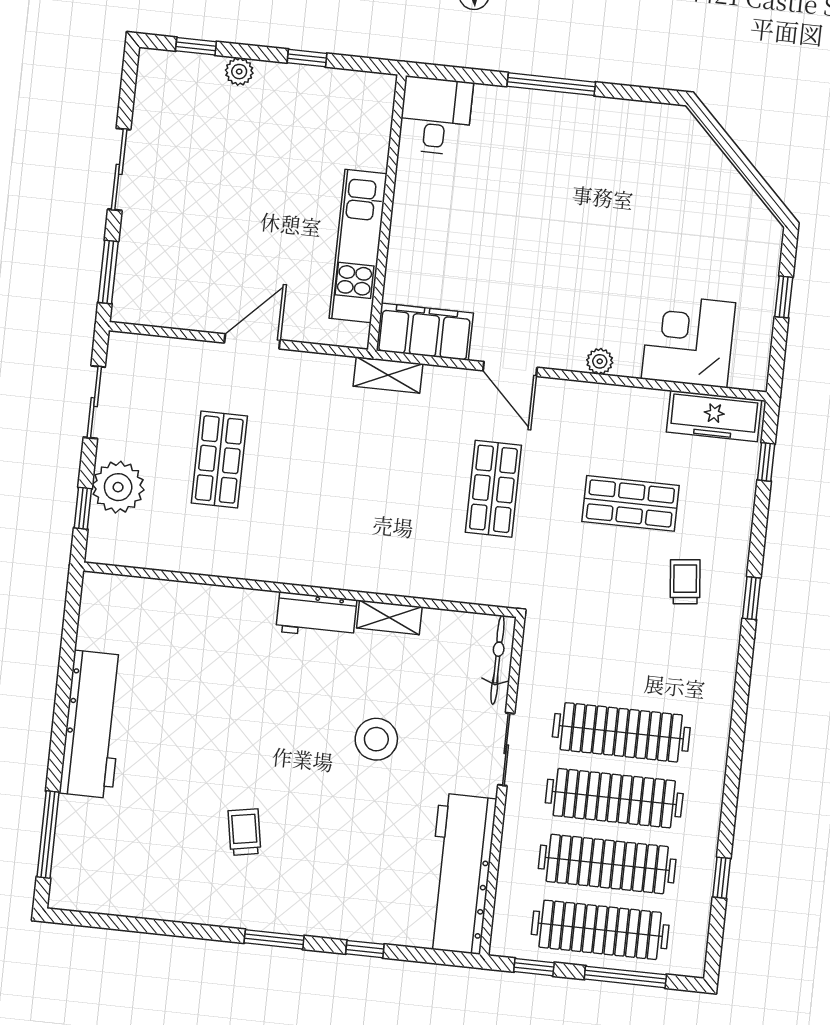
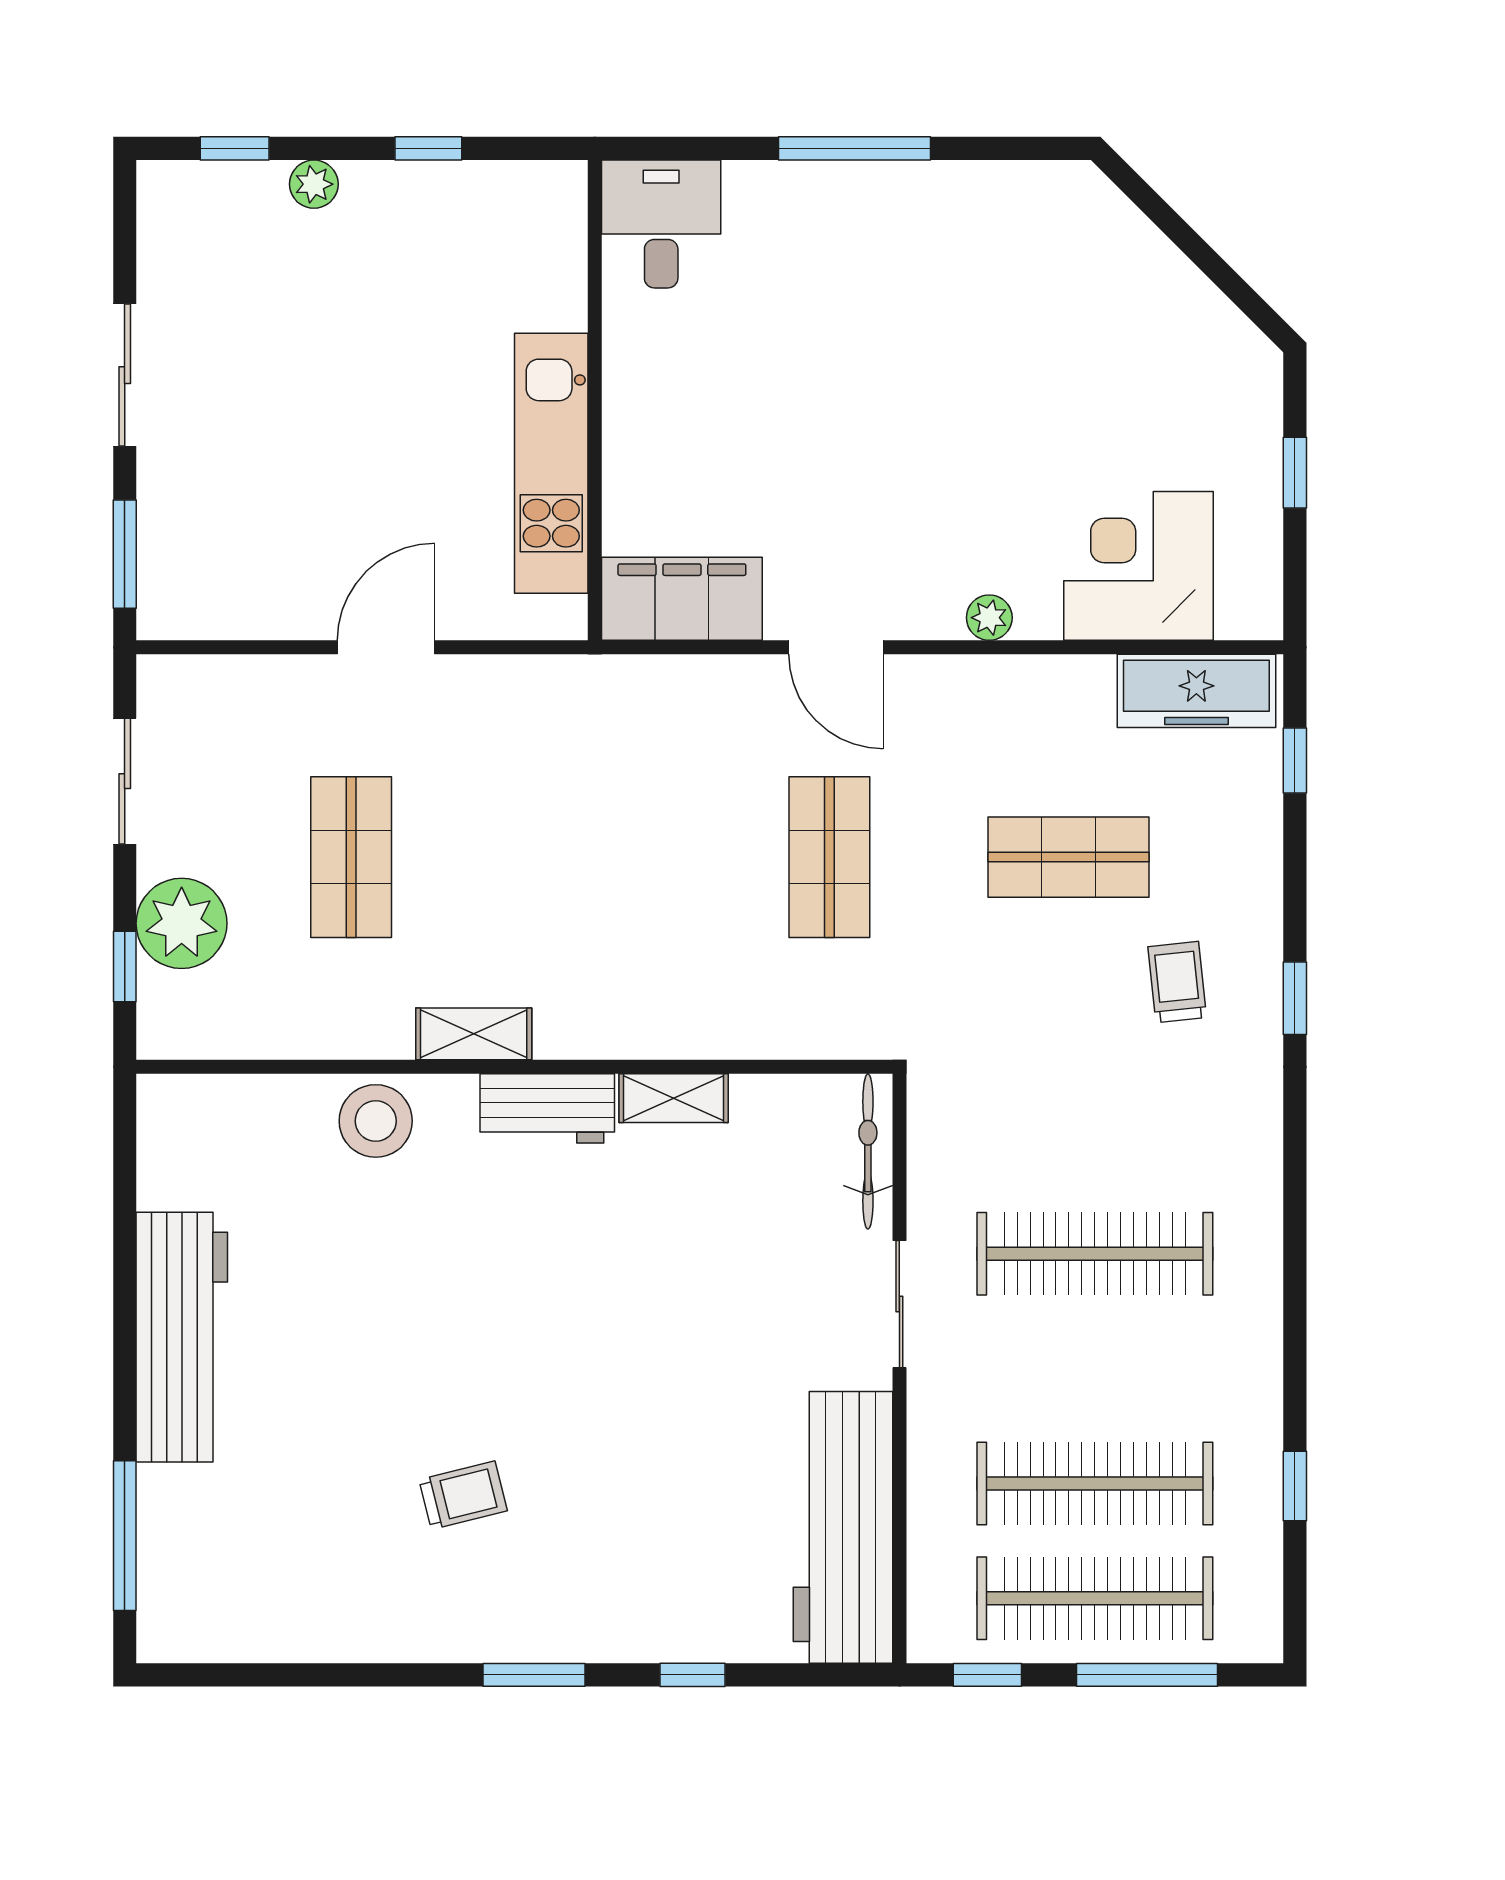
shelving: (388, 375) -> (474, 1034), moved
stool: (376, 739) -> (376, 1121), moved
clothes rail: (614, 798) -> (1095, 1369), removed
trolley: (244, 832) -> (463, 1495), turned 86

